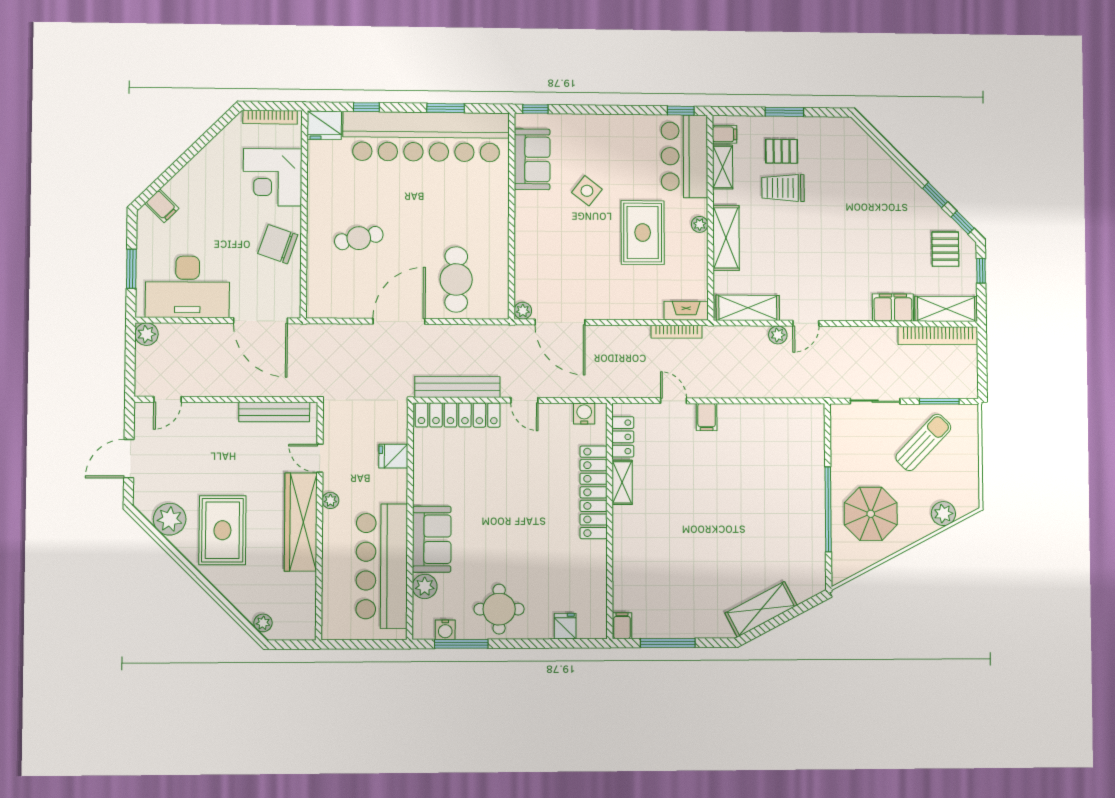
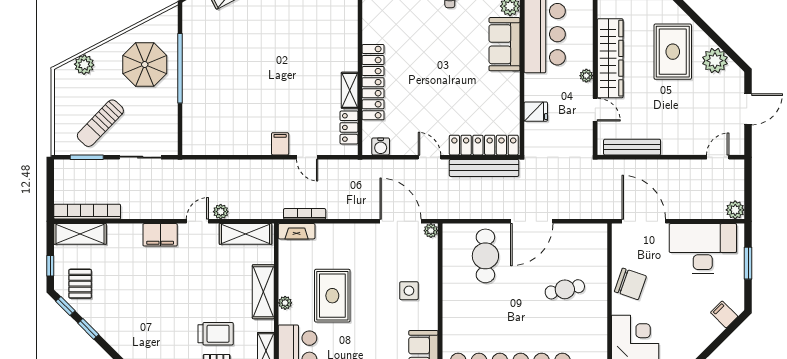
side table: (587, 191) -> (409, 291), moved, turned -38
filing cabinet: (893, 308) -> (160, 235), moved

